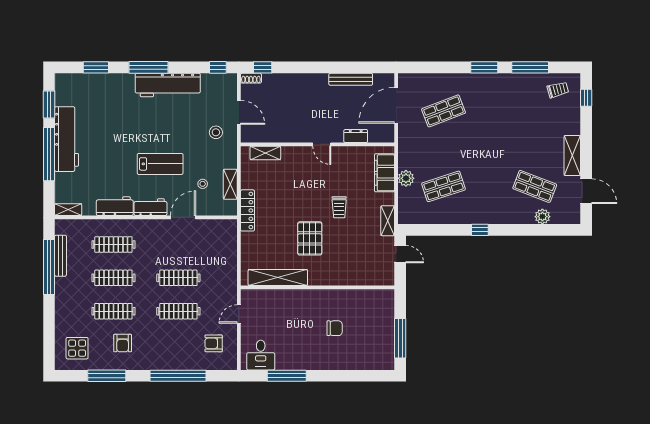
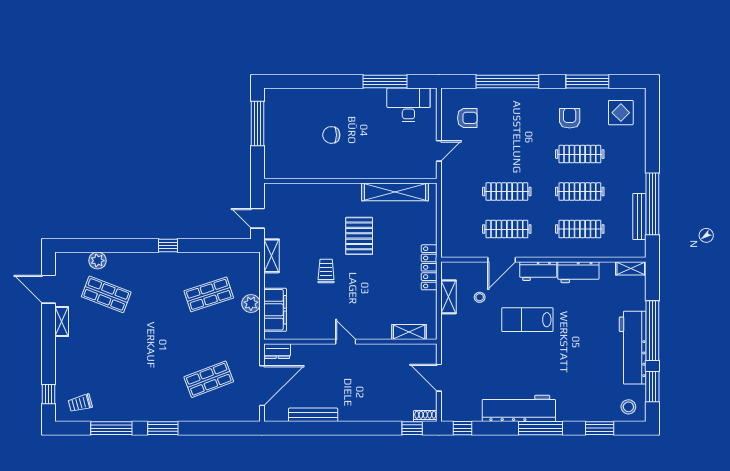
stool: (216, 132) -> (628, 407), moved
dresser: (356, 136) -> (277, 351), moved
shelving: (572, 156) -> (62, 322), width x0.67, depth x0.75
clothes rail: (178, 311) -> (507, 229), moved
desk: (261, 355) -> (408, 105), width x1.37

